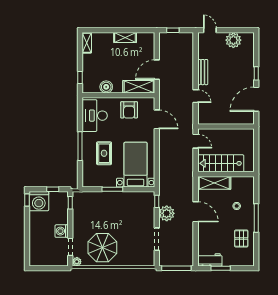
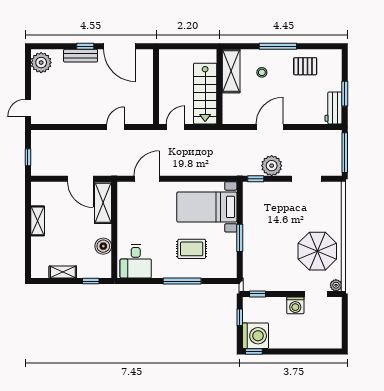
plant: (233, 40) -> (41, 63), moved
shelving: (87, 43) -> (63, 272), moved
bench: (203, 72) -> (81, 56), moved
armchair: (129, 110) -> (134, 216), removed
desk: (95, 116) -> (136, 261), width x0.73
shelving: (214, 183) -> (231, 71), moved

